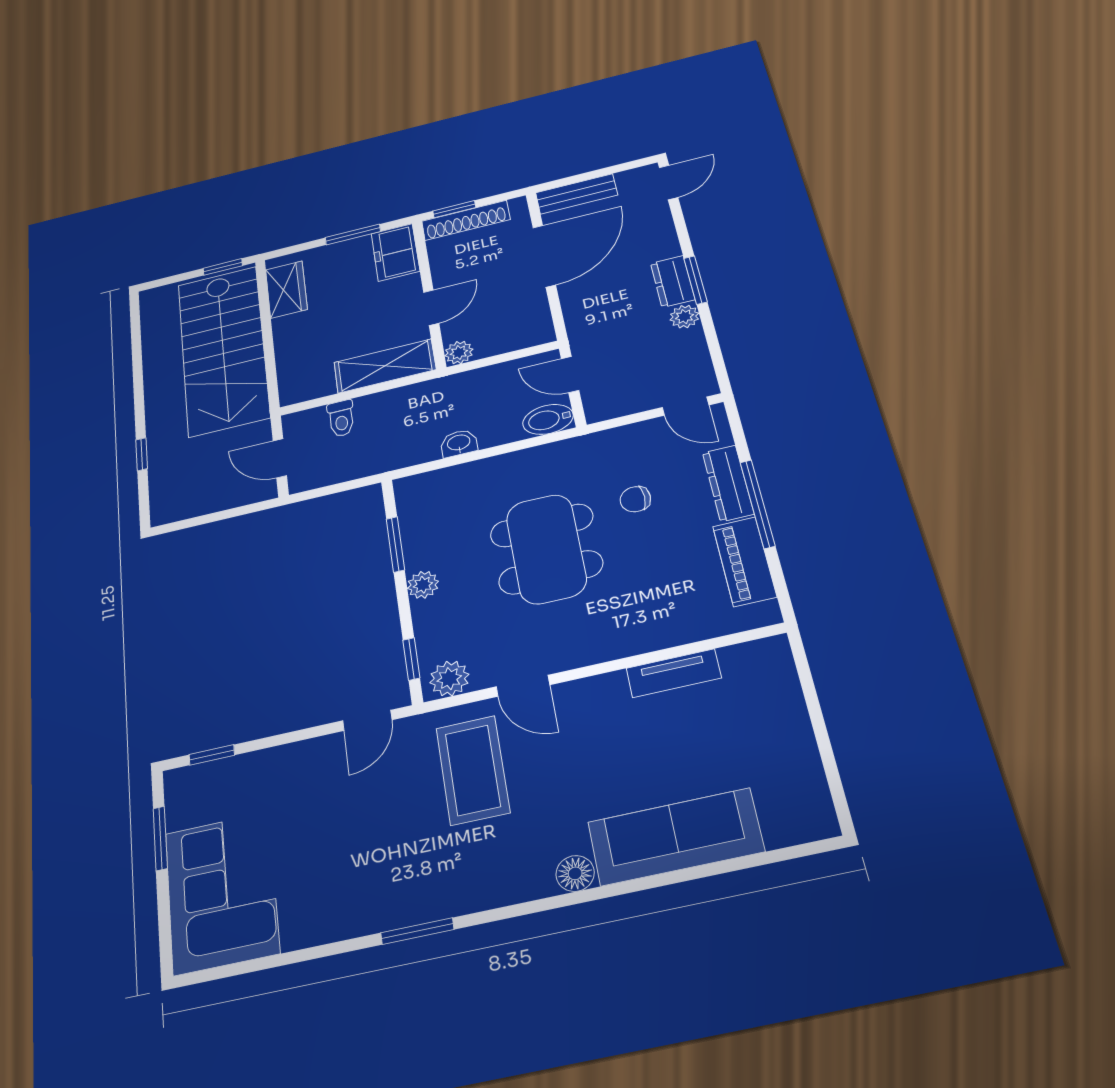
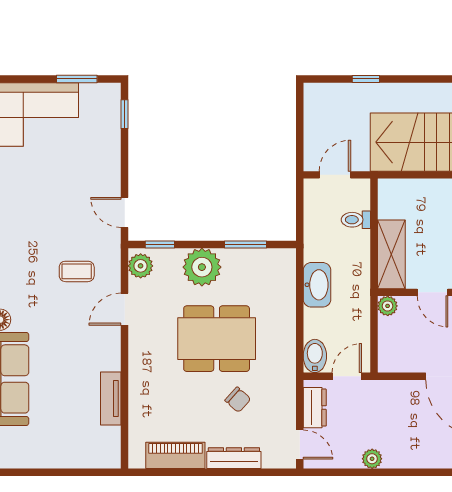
window: (696, 280) -> (401, 472), removed
dresser: (673, 281) -> (315, 408), moved, turned 90
door: (686, 406) -> (300, 445), swing flipped
washbasin: (459, 443) -> (317, 285), width x1.91, depth x1.45
chair: (635, 499) -> (238, 400), turned 132
window: (758, 504) -> (214, 472), removed
plant: (423, 585) -> (202, 267), width x1.88, depth x1.88
coffee table: (473, 770) -> (77, 271), width x0.54, depth x0.58

